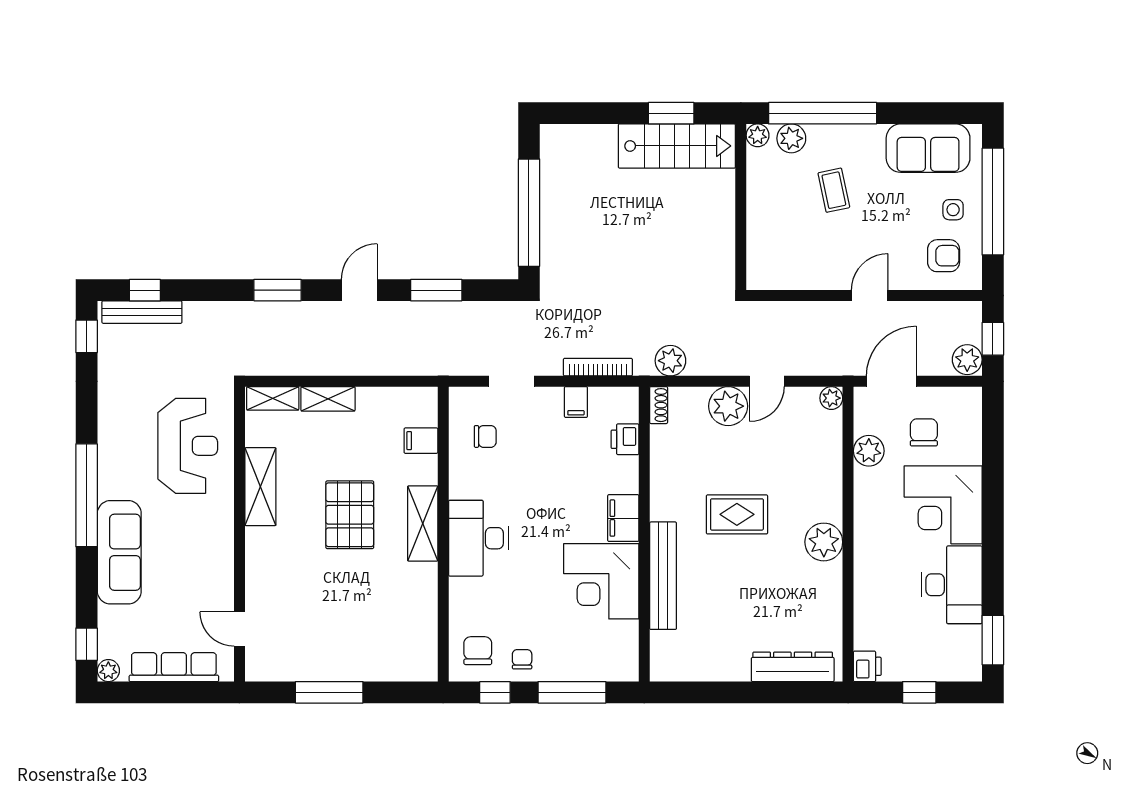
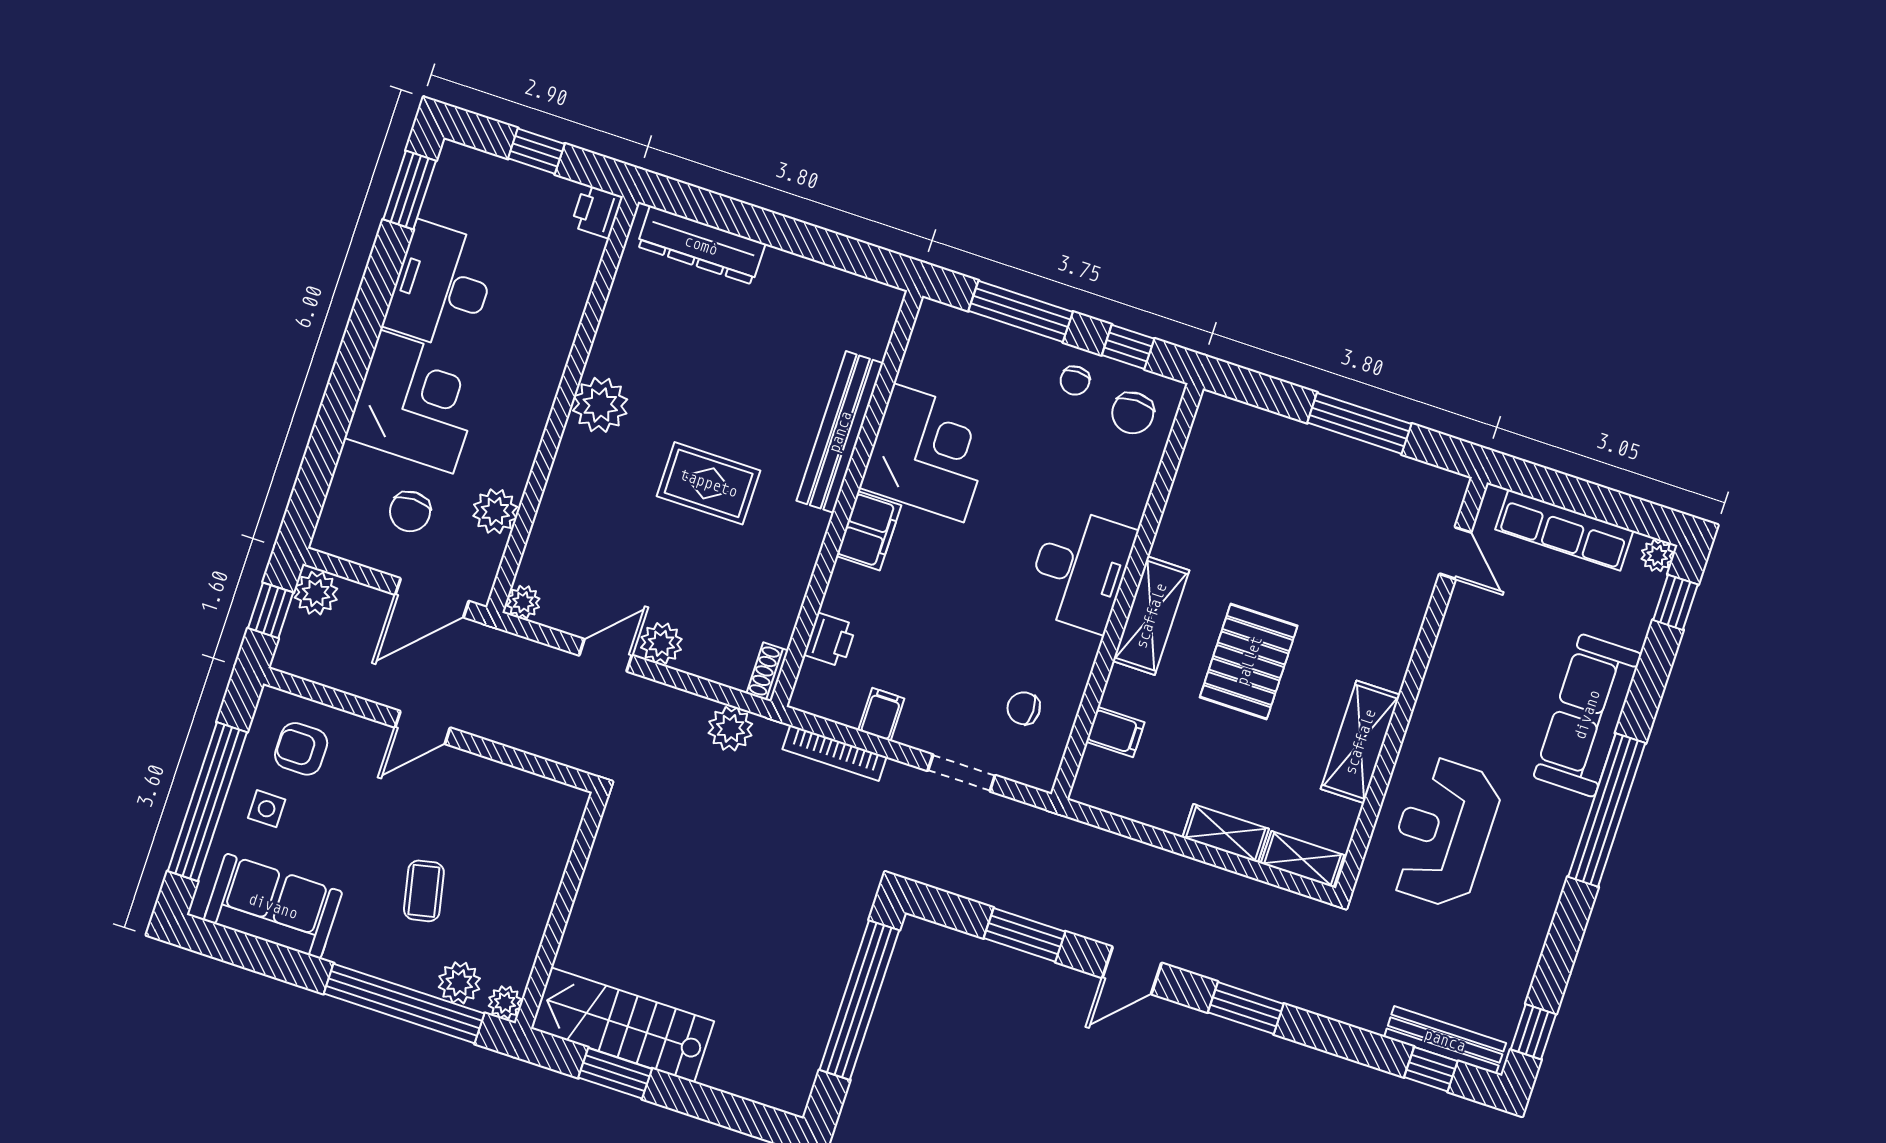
plant: (728, 406) -> (661, 643), width x0.73, depth x0.73

